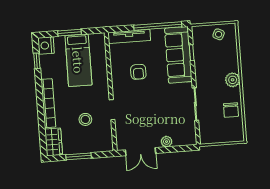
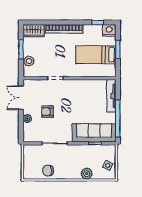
armchair: (138, 72) -> (48, 112), moved
plant: (233, 80) -> (87, 174), moved
stool: (85, 119) -> (29, 61), moved

